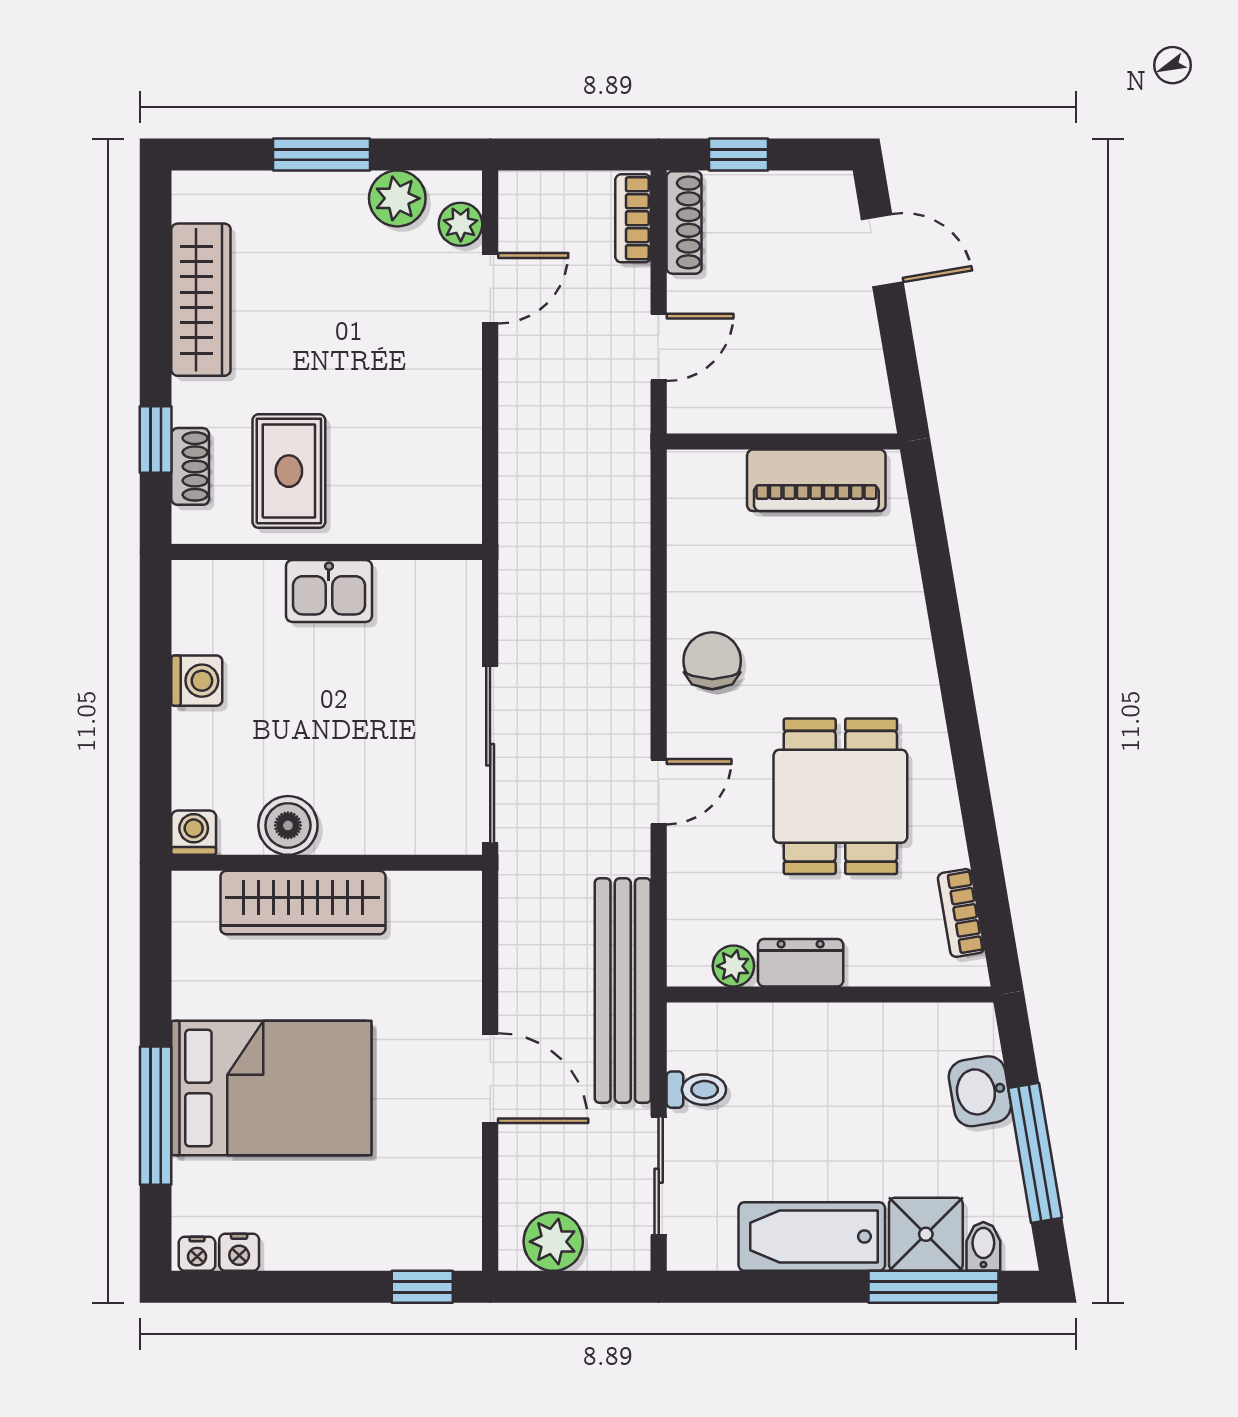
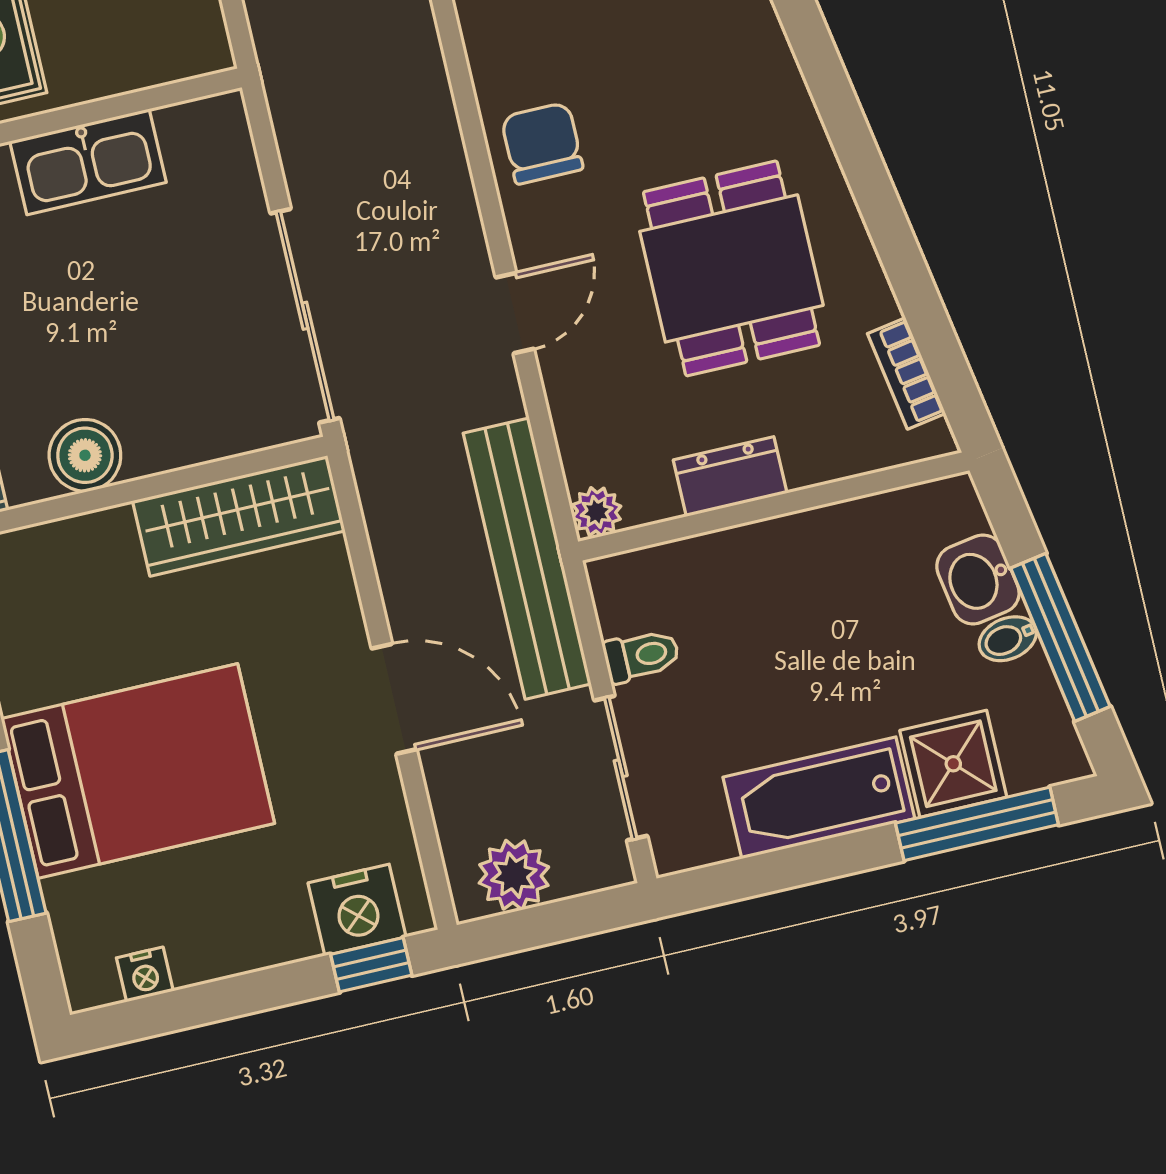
kitchen sink: (329, 591) -> (88, 162), width x1.38
wardrobe: (303, 903) -> (239, 516), moved
plant: (733, 966) -> (597, 512), moved
bidet: (983, 1246) -> (1008, 639), moved, turned -100
nightstand: (197, 1254) -> (357, 910), moved, width x1.89, depth x1.79

